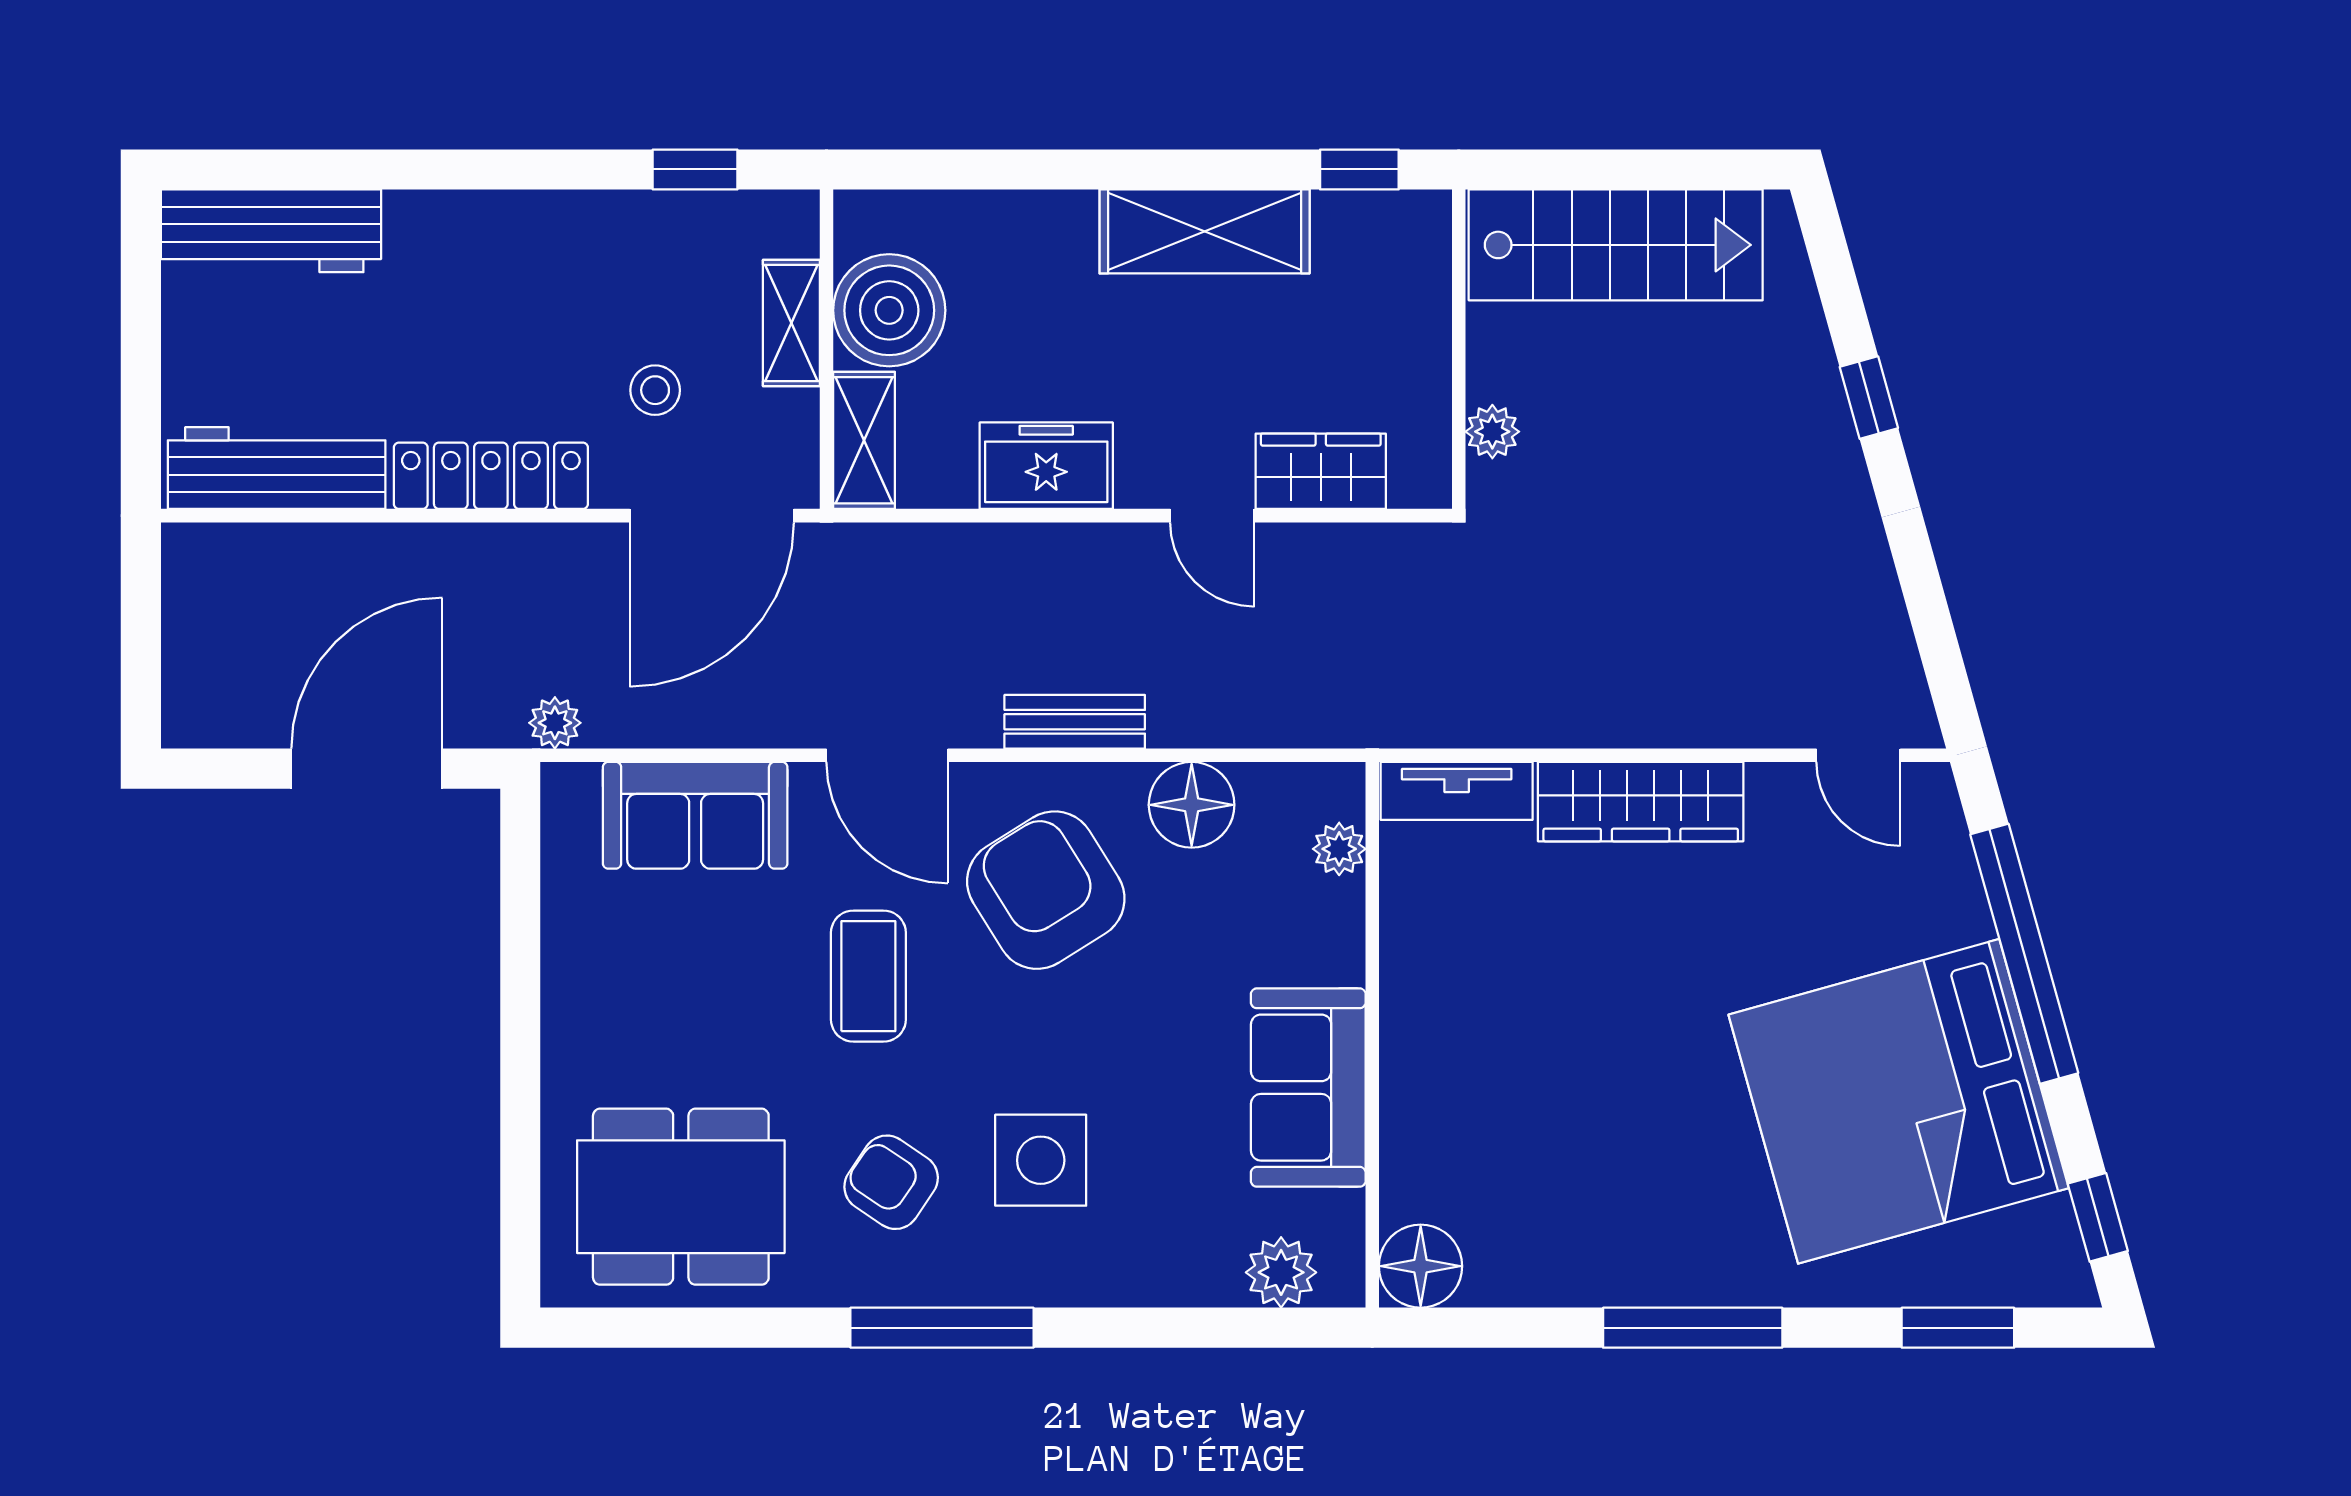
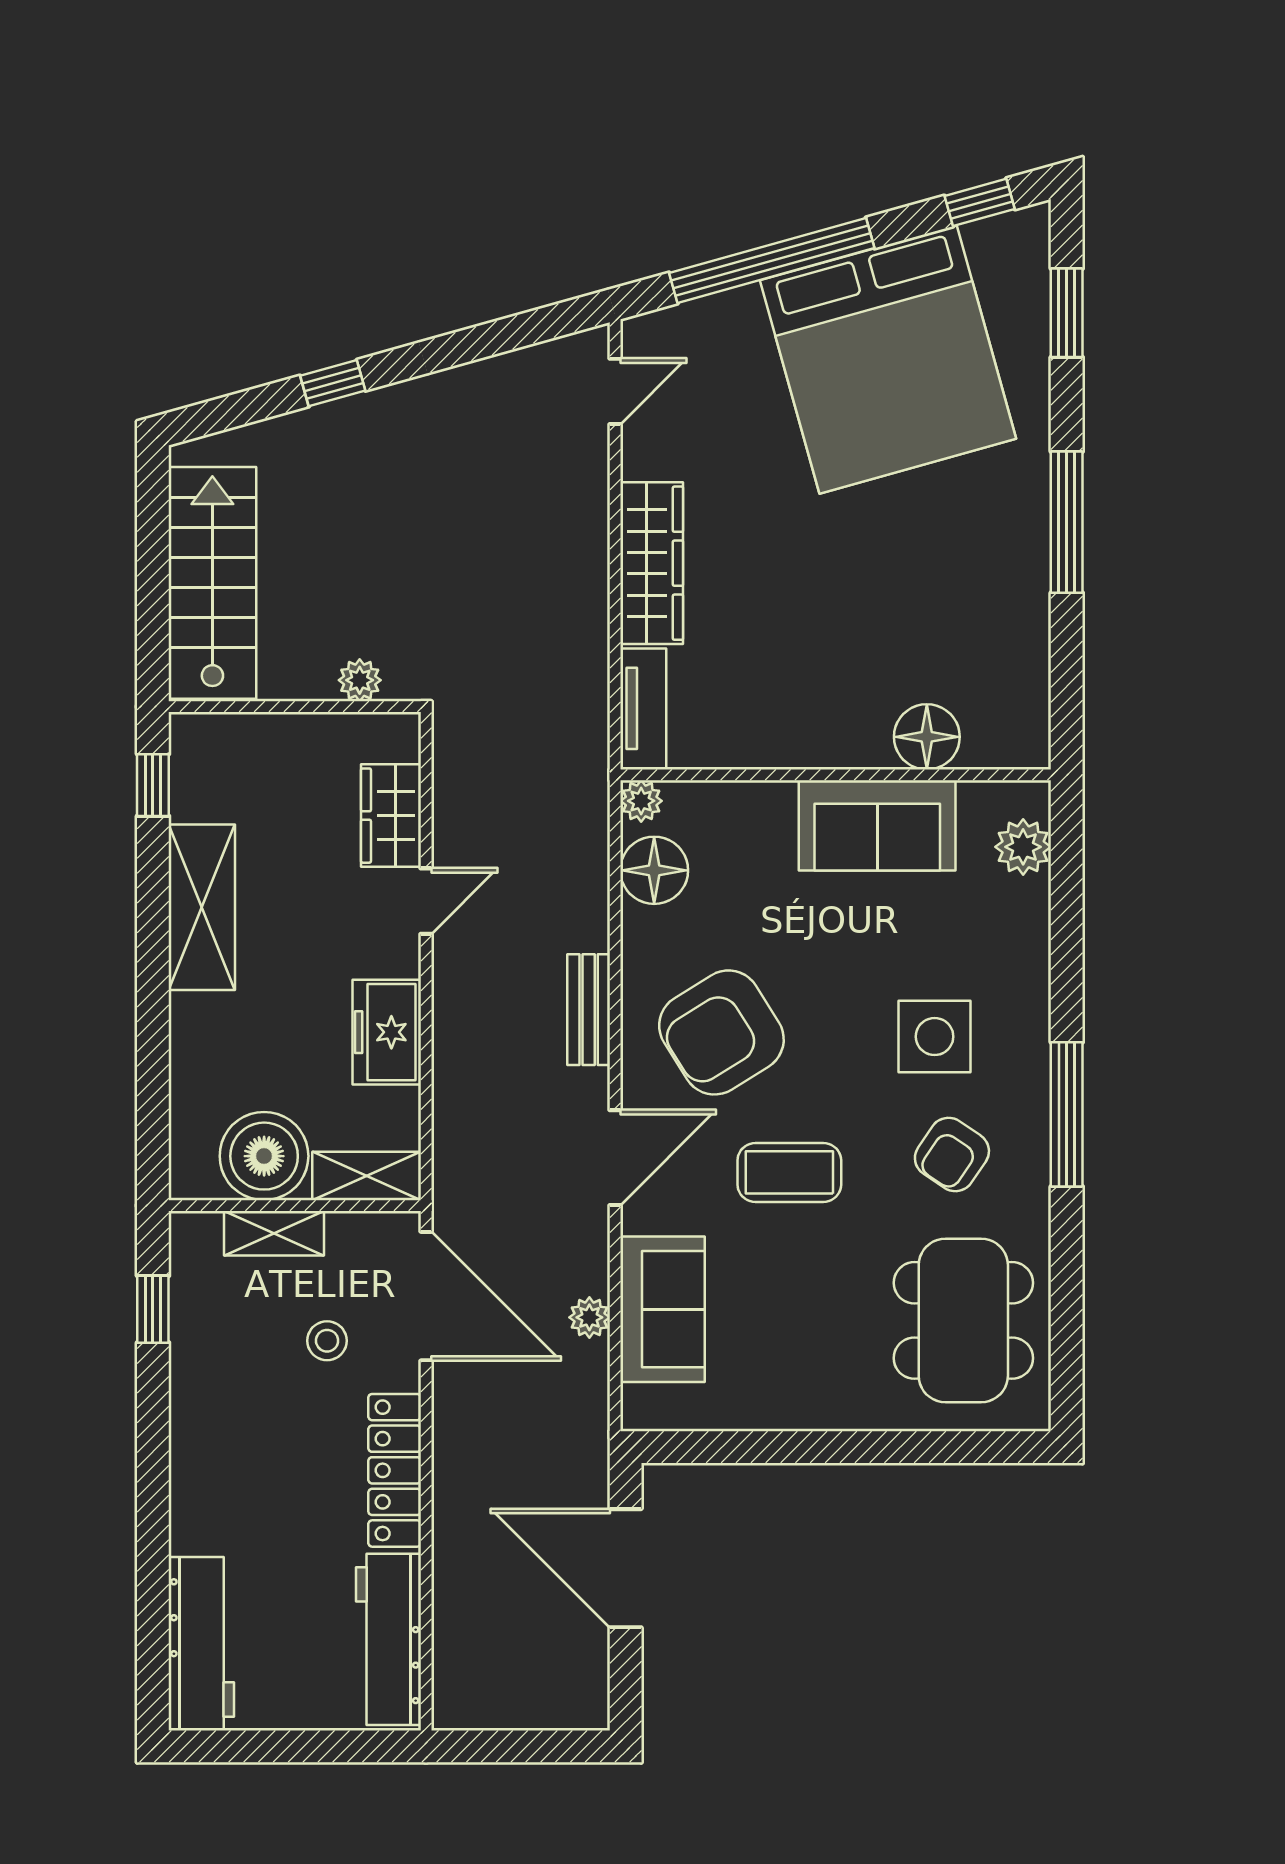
plant: (555, 723) -> (589, 1317), moved
floor lamp: (1192, 805) -> (654, 870), moved
plant: (1339, 849) -> (641, 801), moved
floor lamp: (1421, 1266) -> (927, 737), moved

